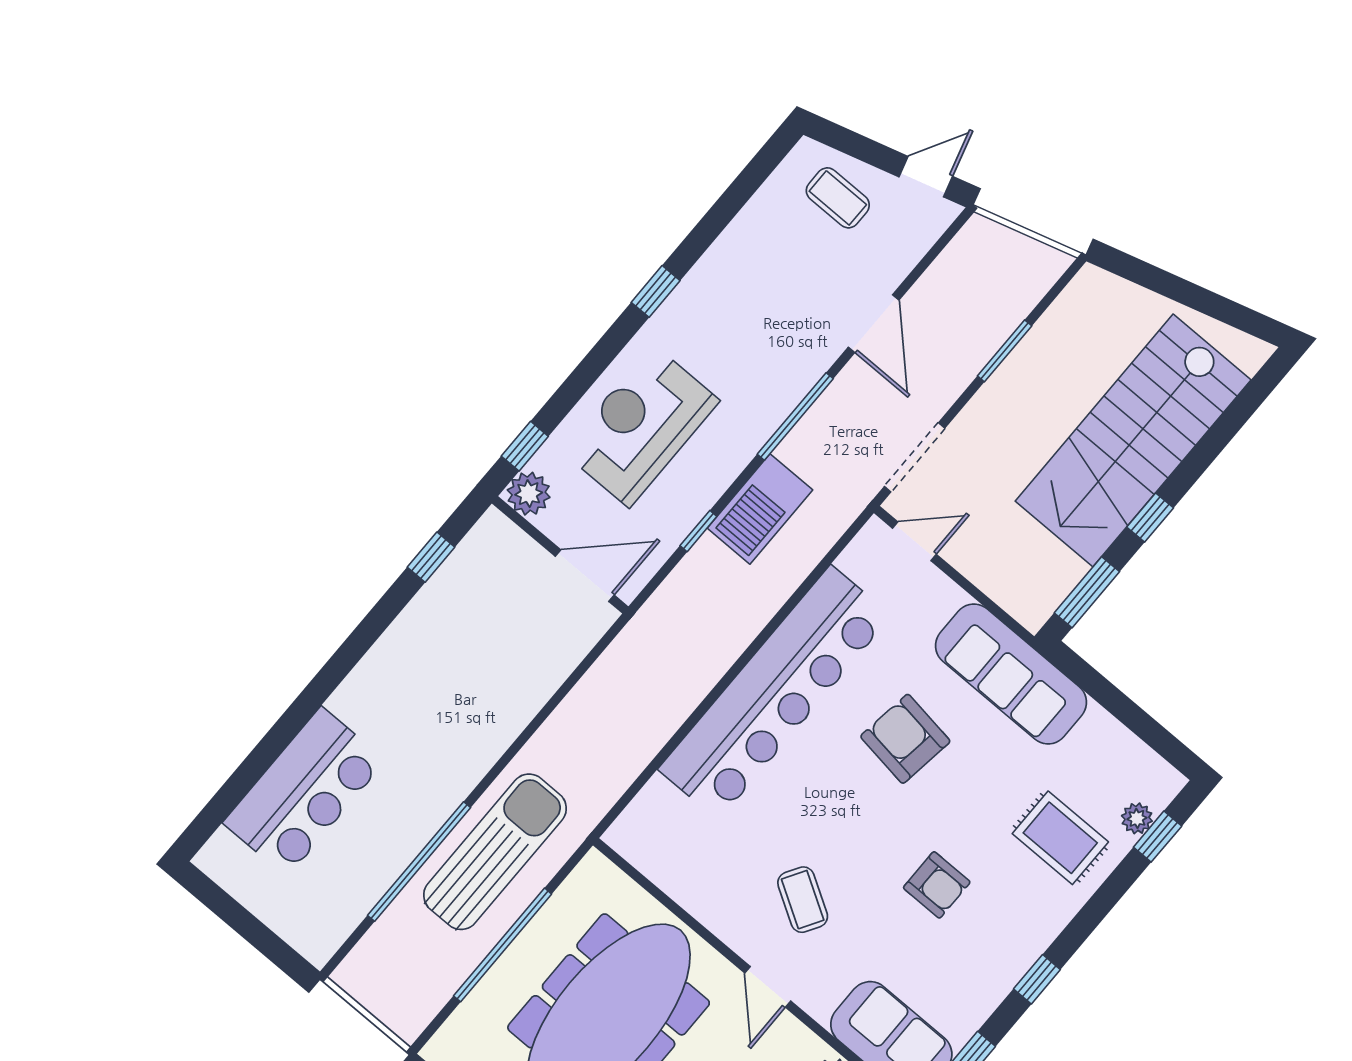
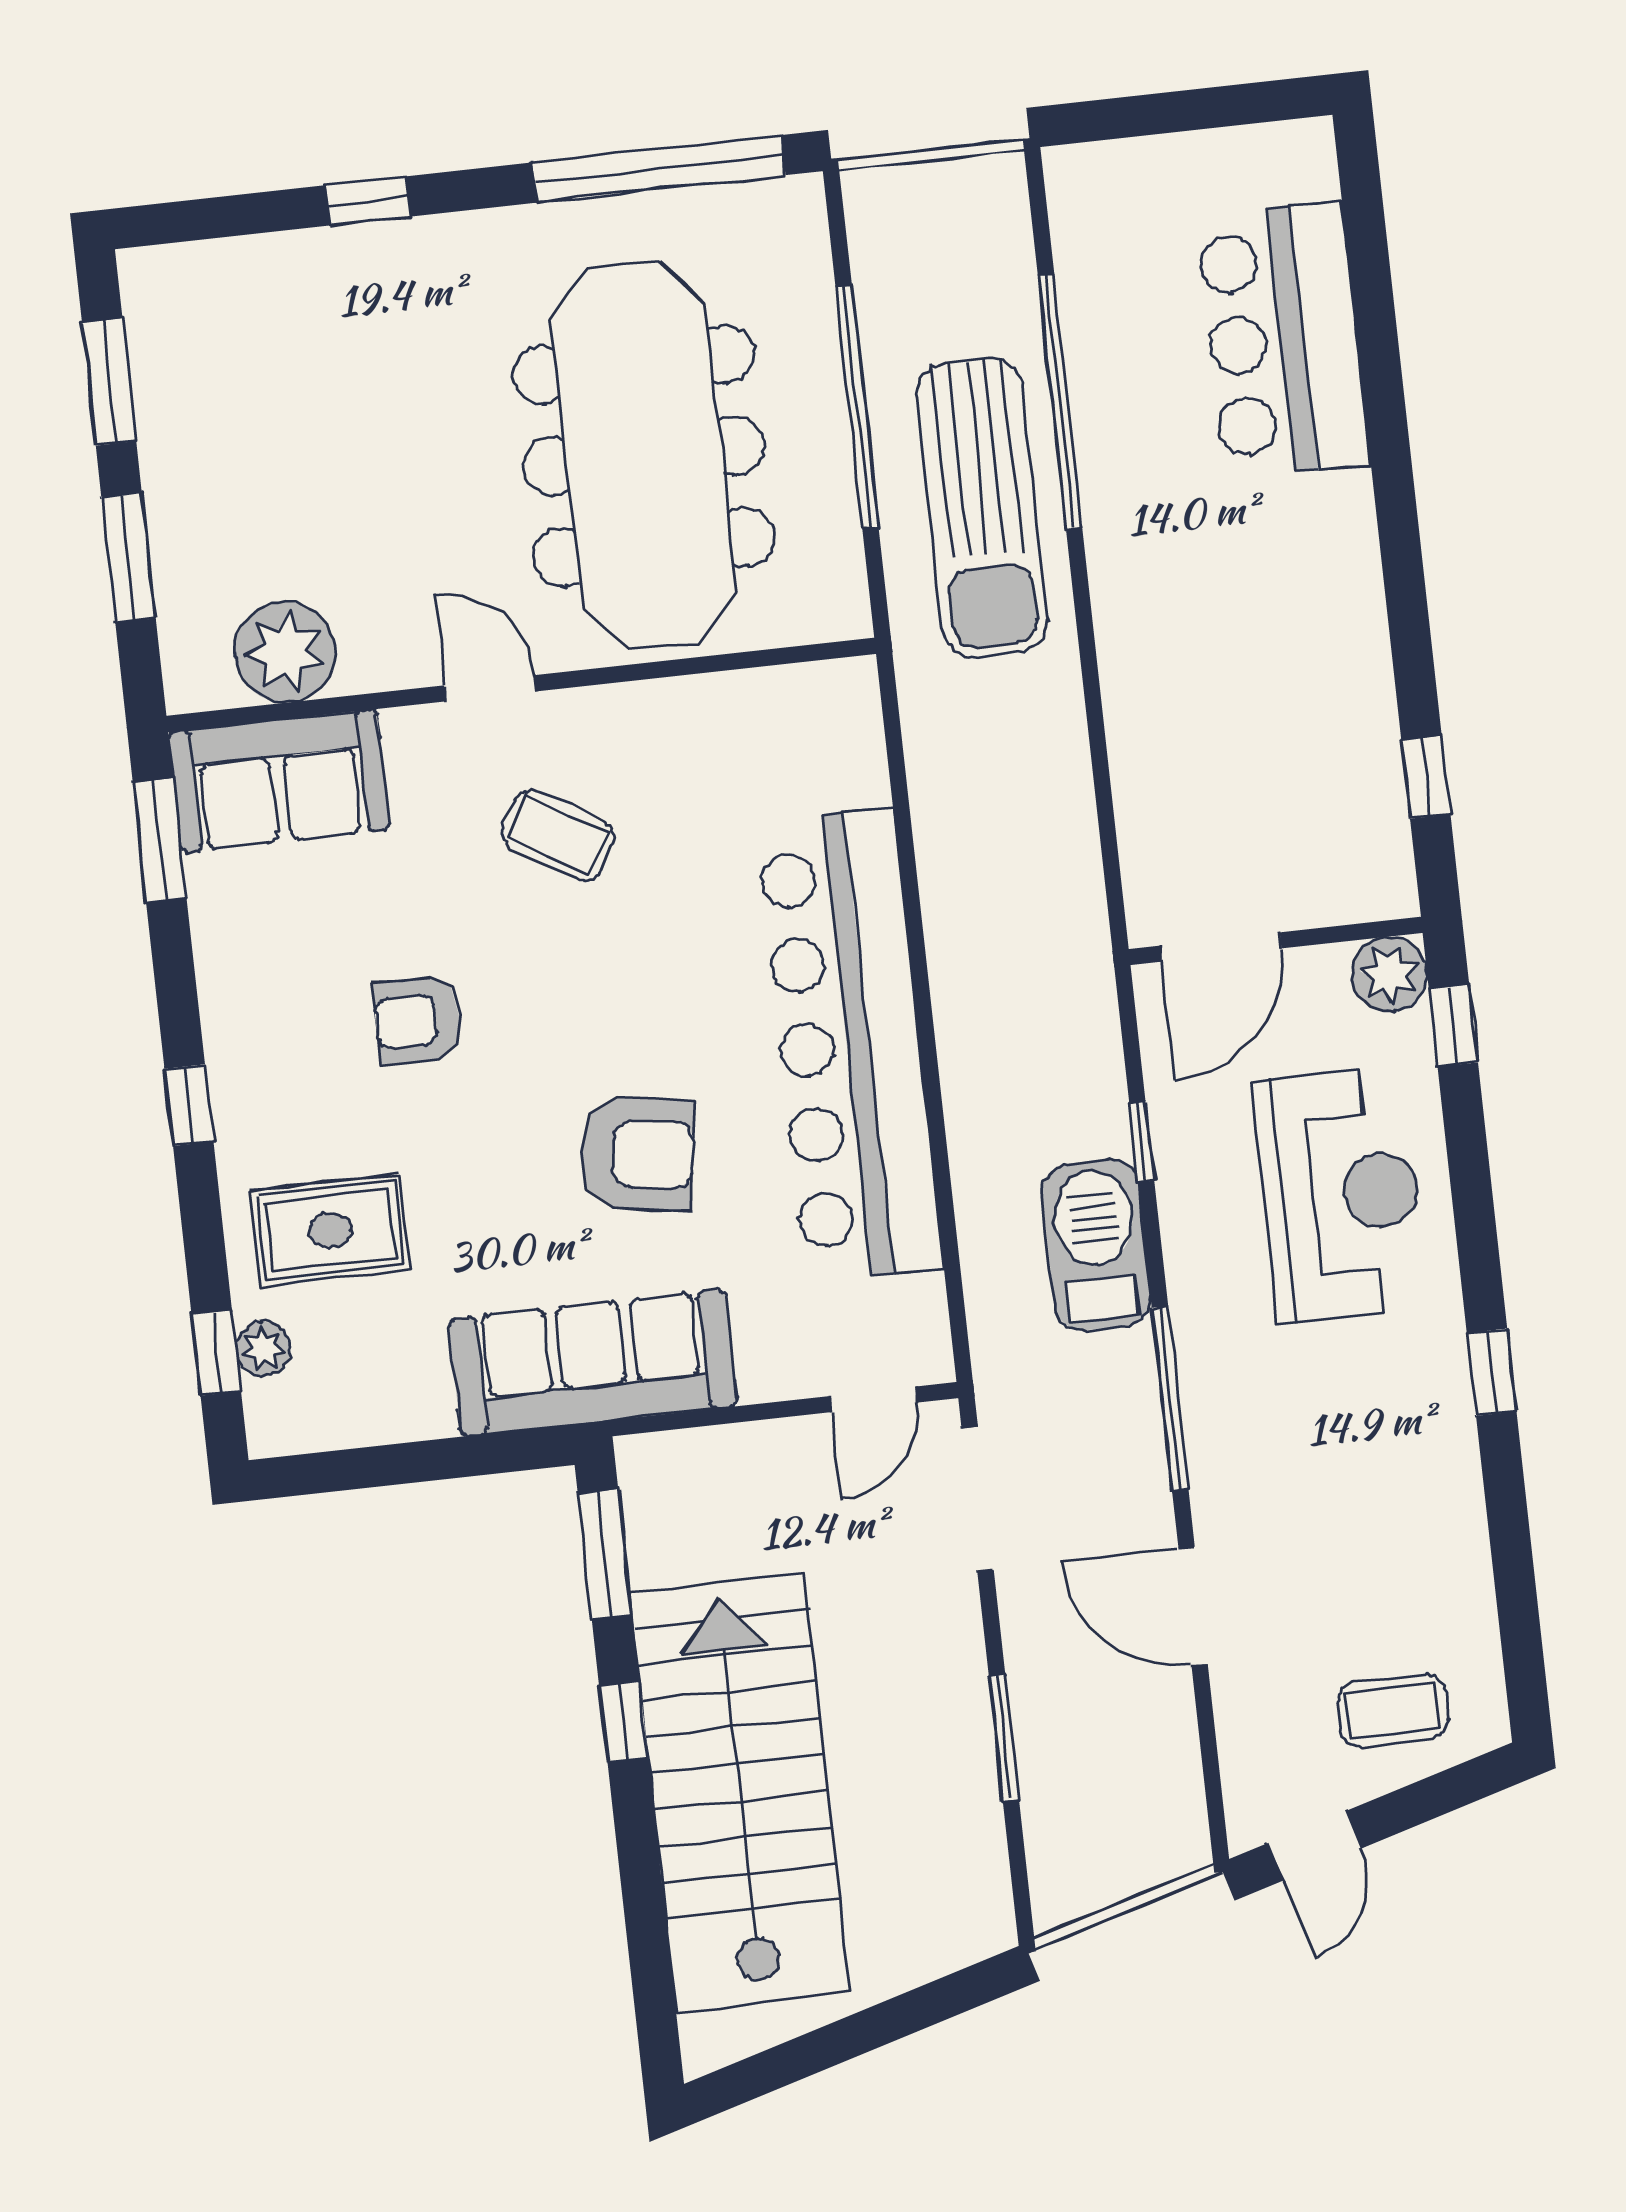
window: (1037, 979) -> (189, 1105), moved

